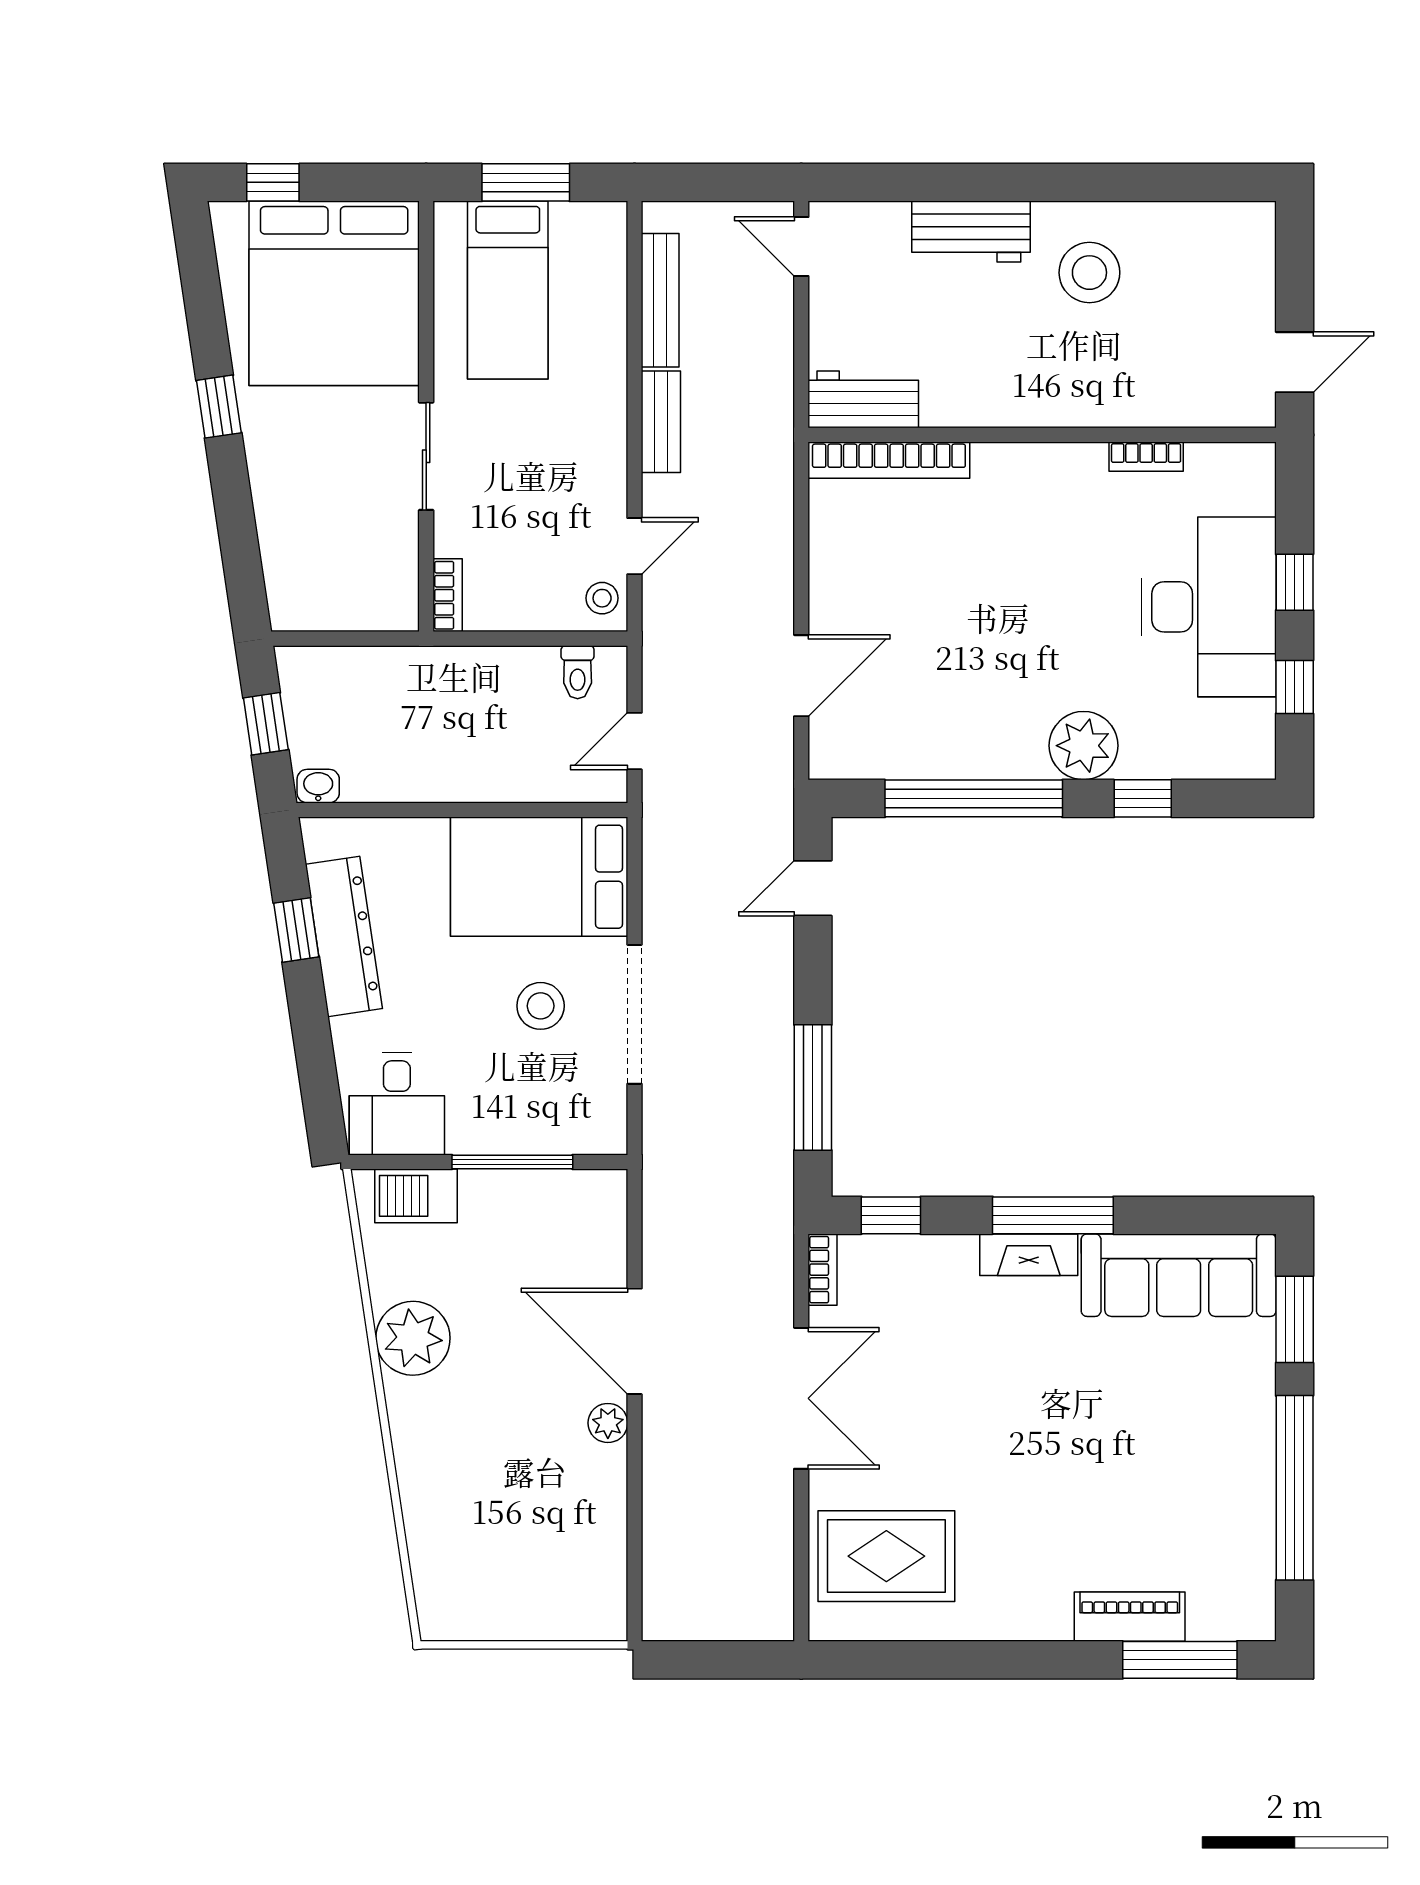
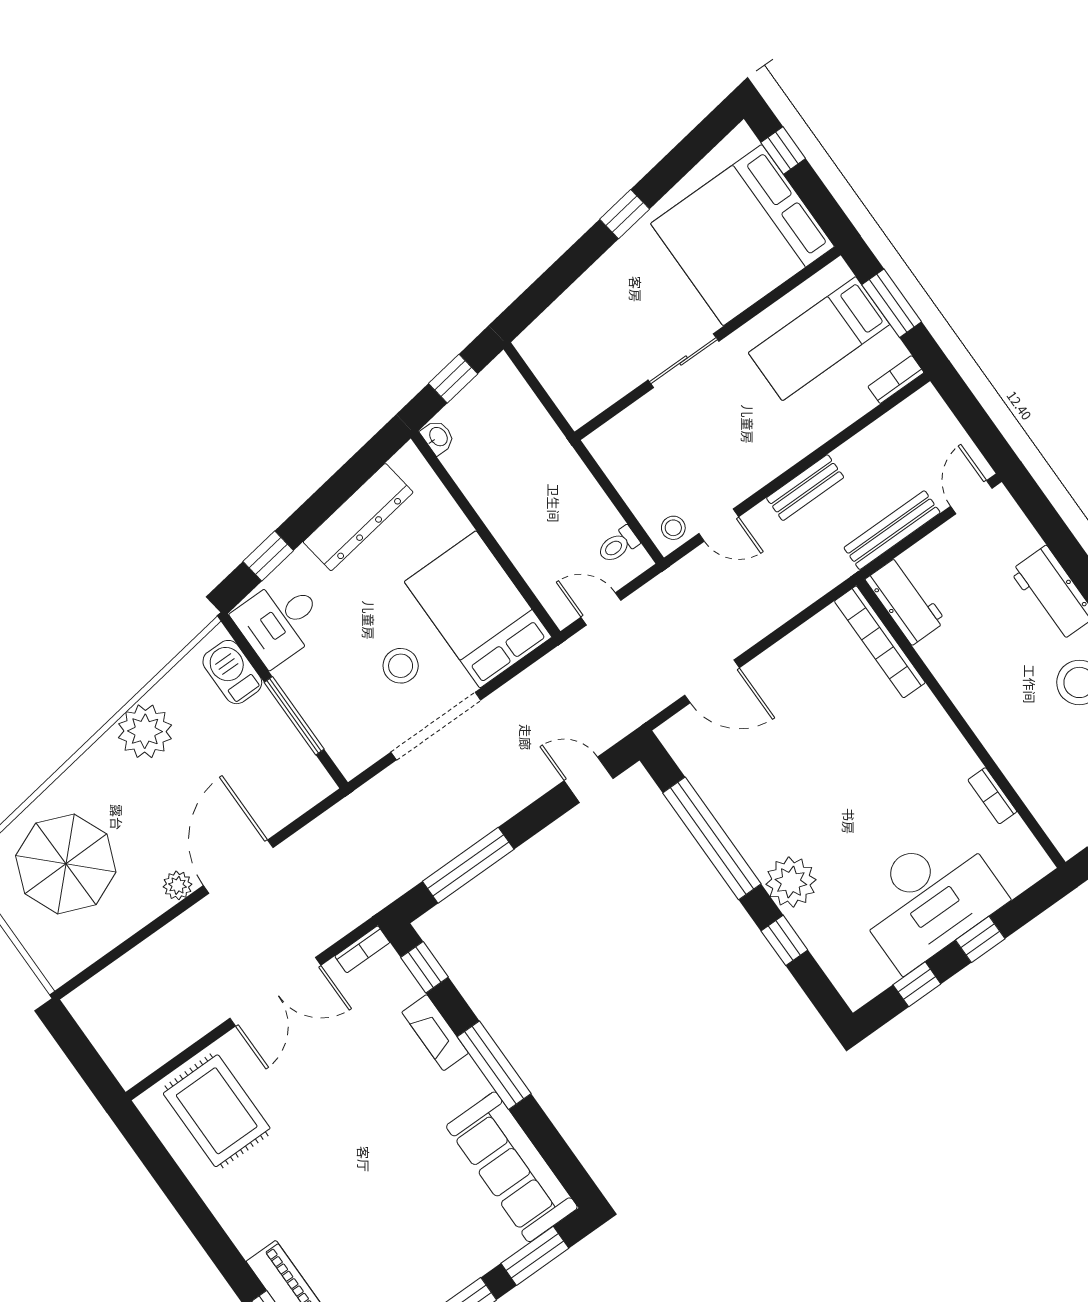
bench: (660, 300) -> (892, 530), moved
bookcase: (448, 595) -> (896, 380), moved, turned 180
window: (296, 930) -> (268, 556), moved
fireplace: (1029, 1255) -> (435, 1033), moved
parasol: (497, 1529) -> (66, 864), added

